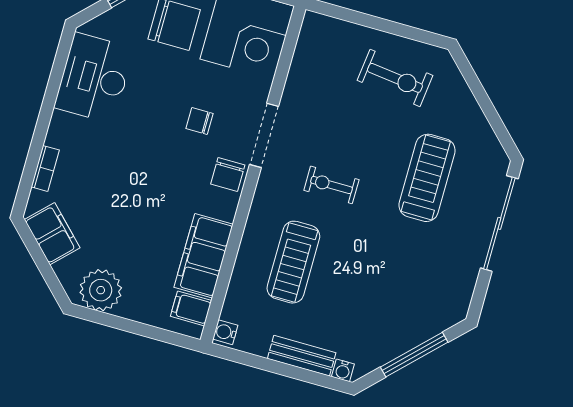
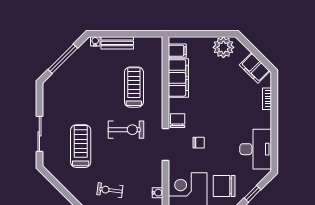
exercise bike: (395, 78) -> (110, 190), width x0.73, depth x0.72
treadmill: (427, 178) -> (81, 146), turned 180
exercise bike: (331, 185) -> (126, 130), width x1.38, depth x1.39
sliding door: (499, 223) -> (39, 134), width x0.73
water cooler: (225, 332) -> (157, 193), moved

